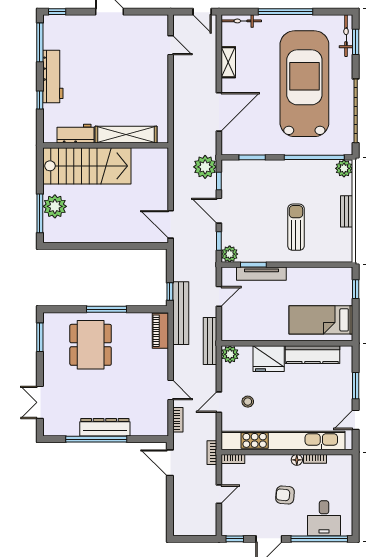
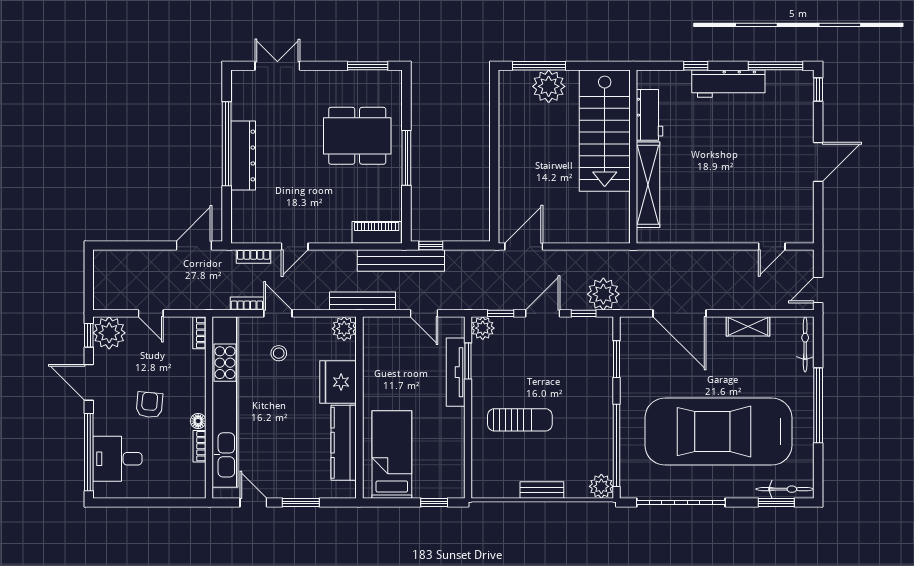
car: (304, 84) -> (718, 432), turned 180
bookcase: (212, 453) -> (247, 304), moved
plant: (233, 524) -> (109, 333), added

